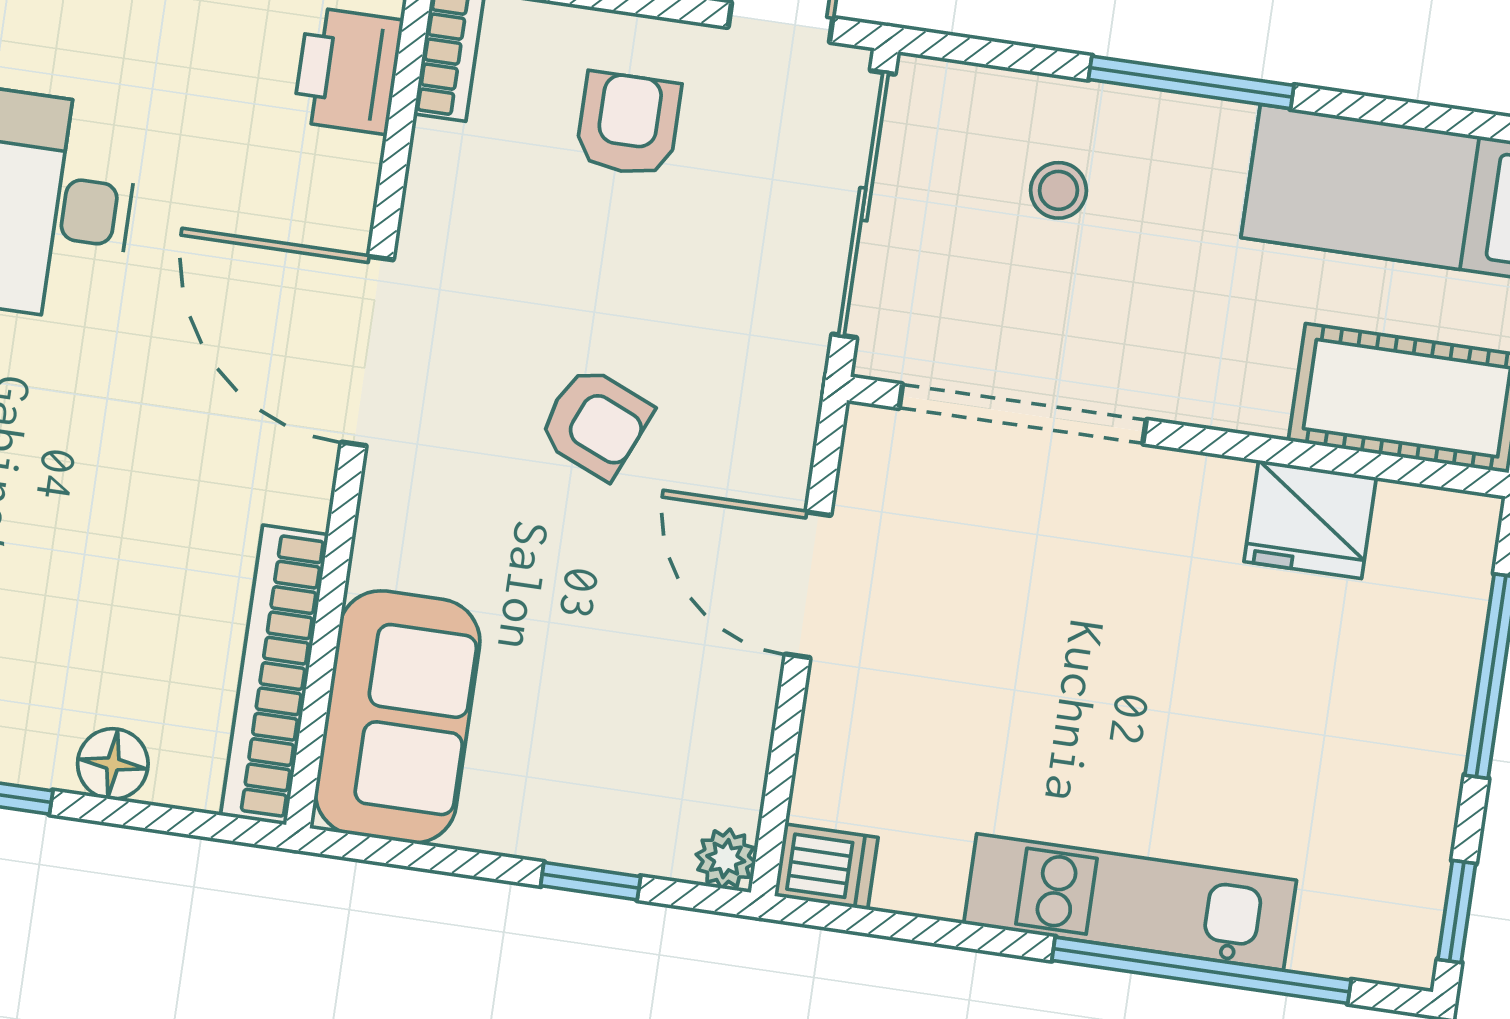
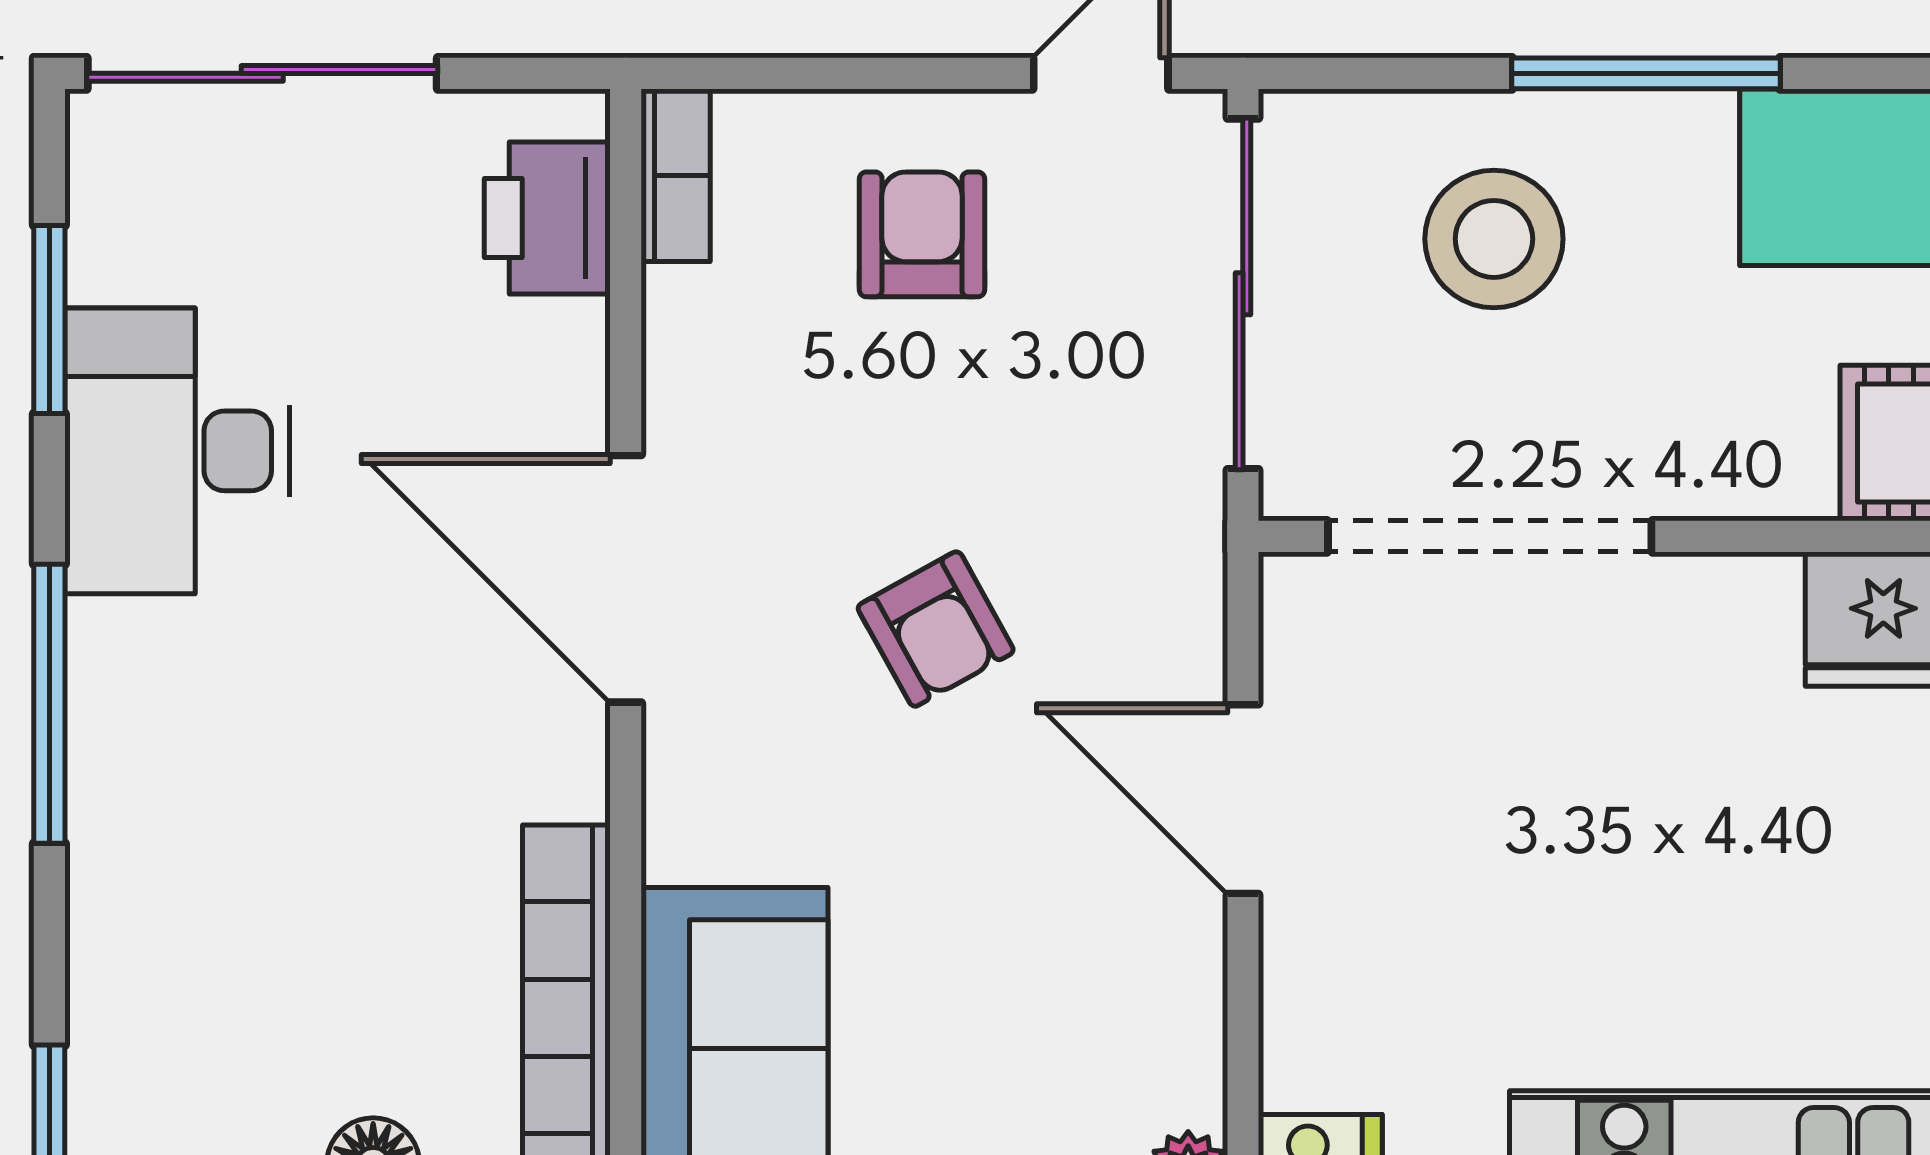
stool: (1058, 190) -> (1494, 239), width x1.89, depth x1.89
armchair: (595, 423) -> (936, 629), turned 38

